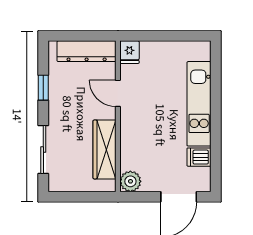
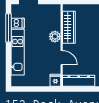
window: (216, 148) -> (8, 28), added
plant: (130, 181) -> (55, 37), moved

